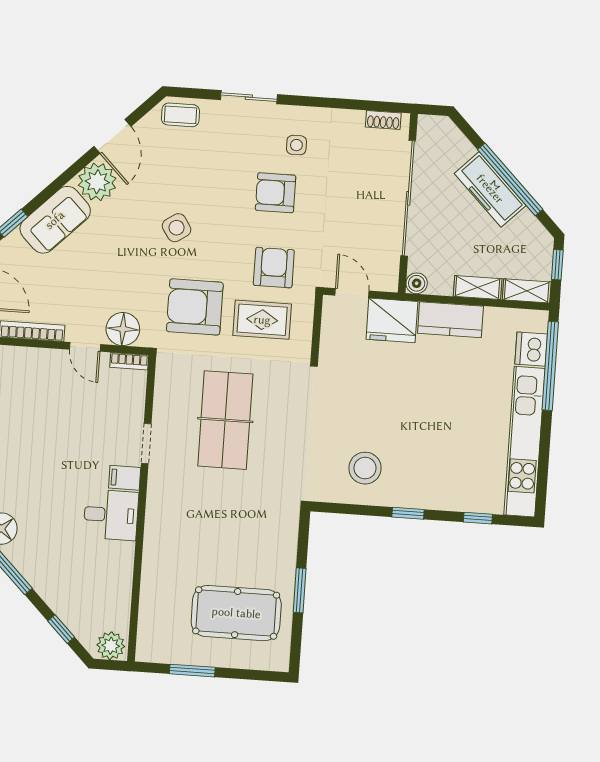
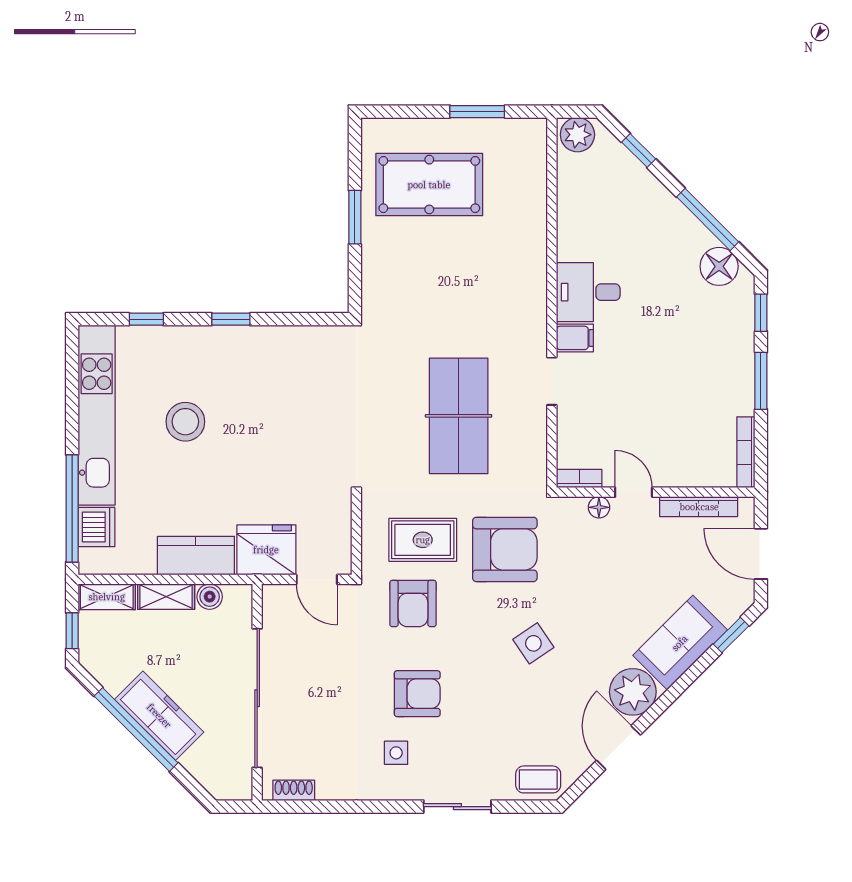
boiler: (417, 283) -> (210, 597), moved
floor lamp: (123, 329) -> (599, 507), width x0.53, depth x0.53
stool: (365, 468) -> (185, 422), moved

